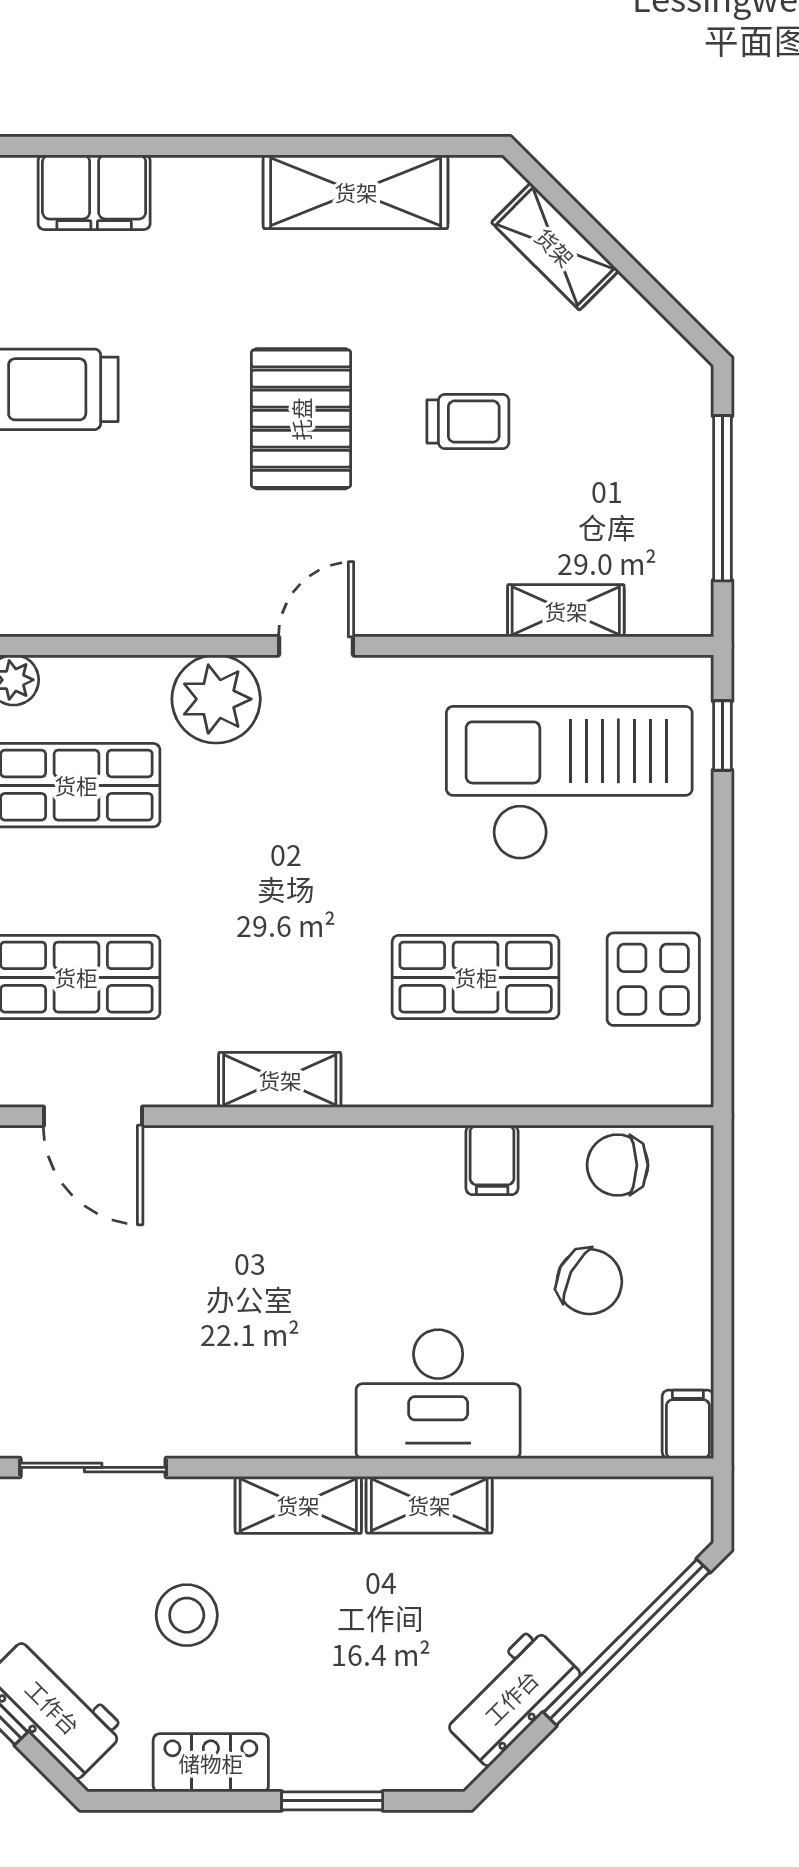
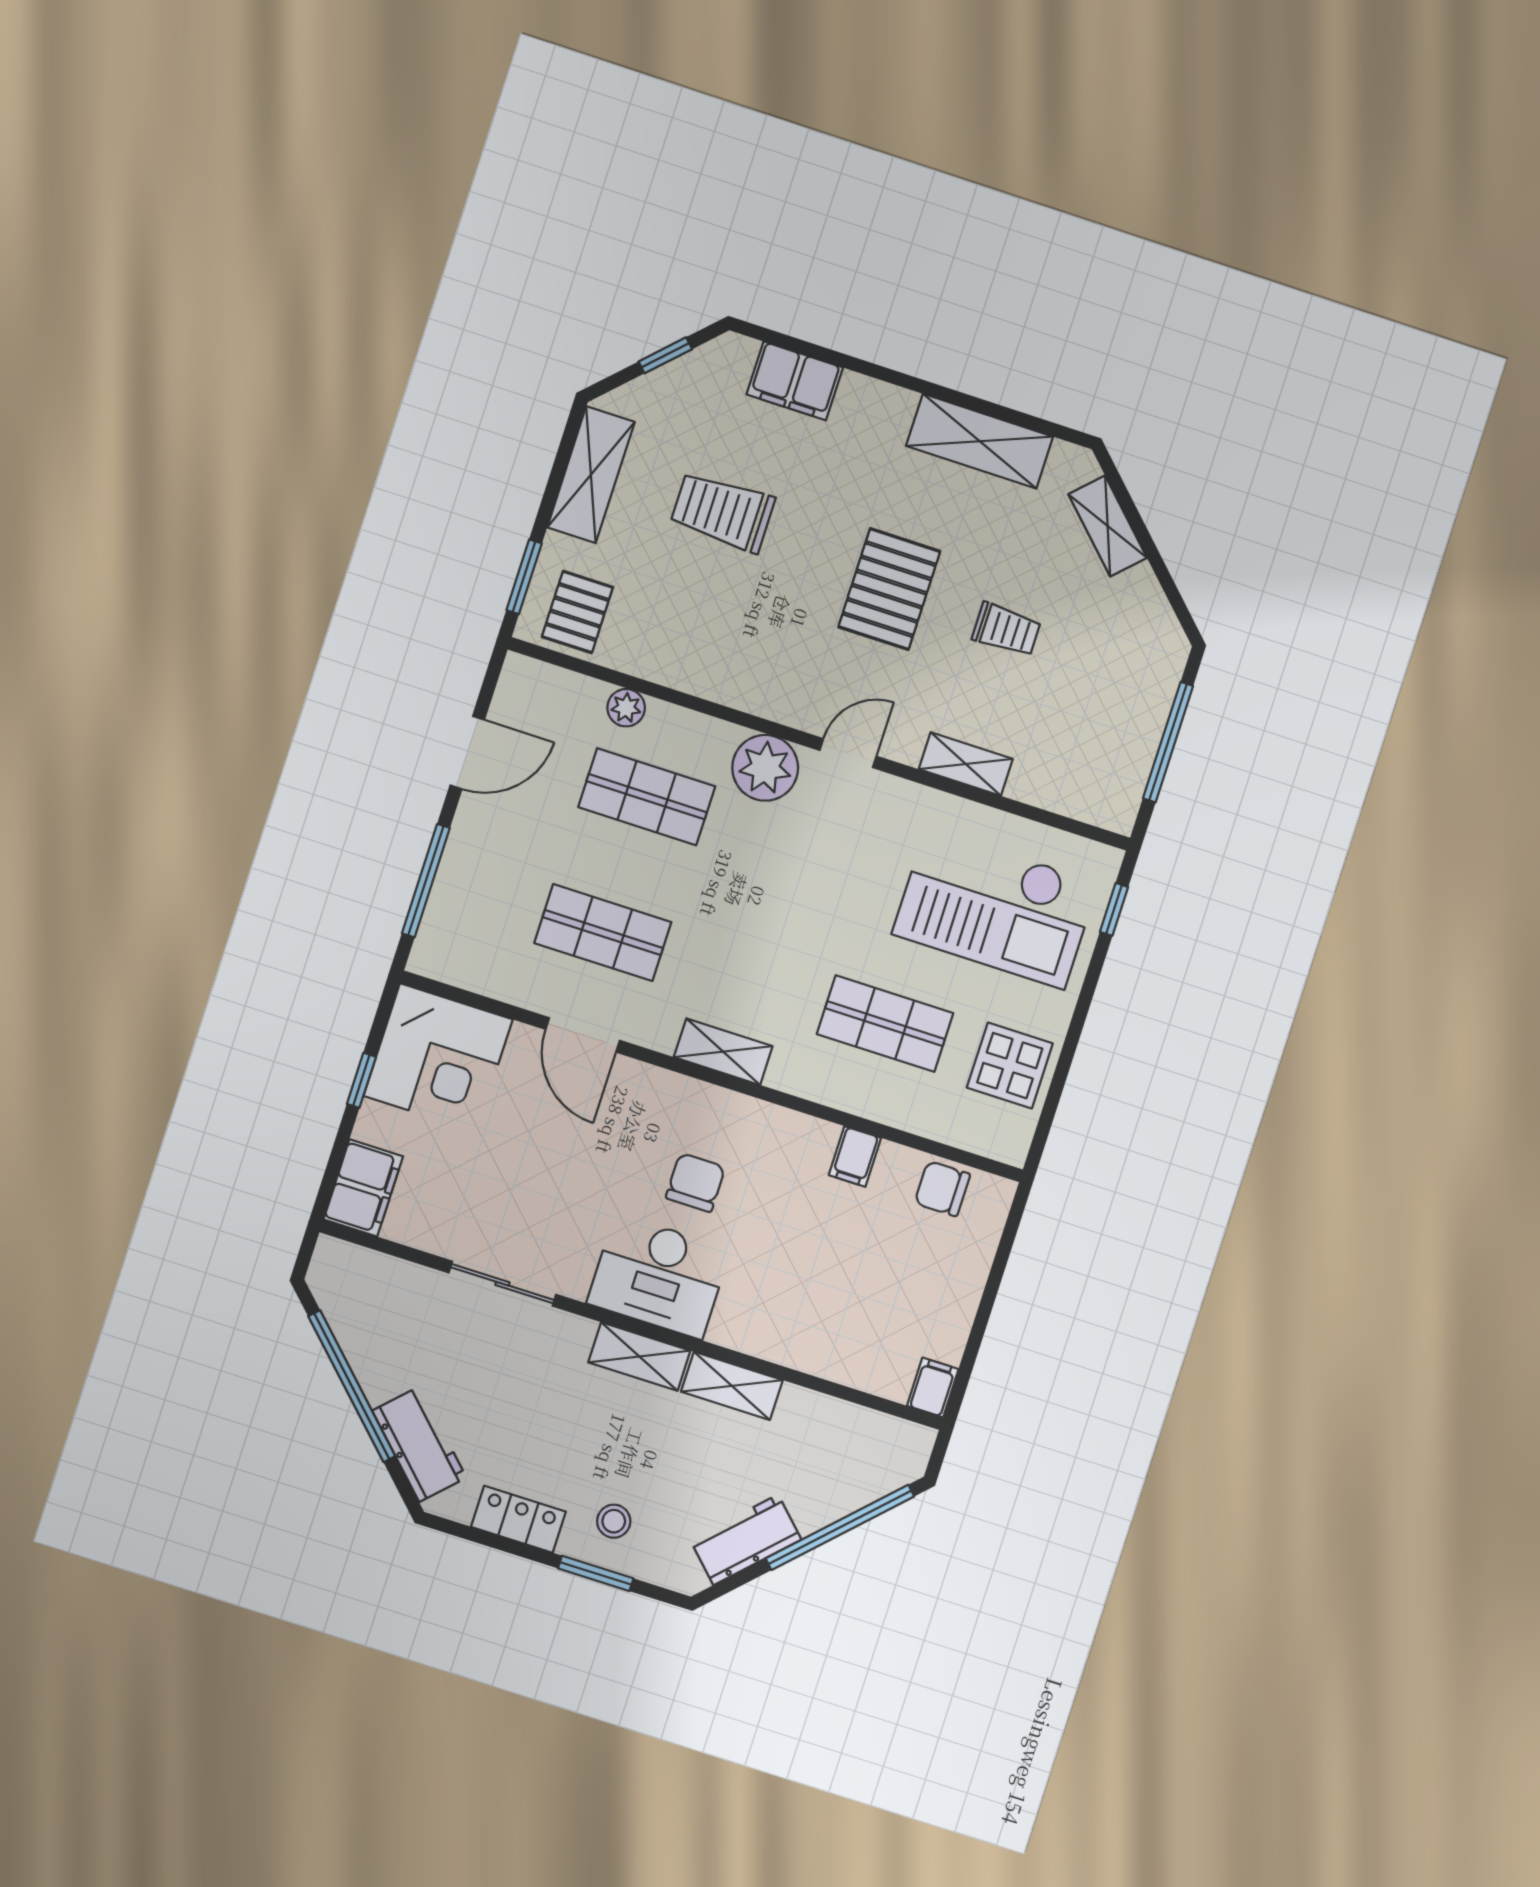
shelving: (566, 611) -> (966, 764), moved
checkout: (569, 783) -> (995, 908), turned 180
chair: (589, 1282) -> (695, 1182), moved, turned -117
desk: (438, 1394) -> (659, 1276), moved
stool: (187, 1615) -> (614, 1521), moved, width x0.73, depth x0.73

